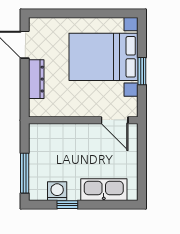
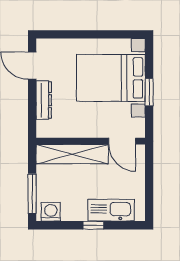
shelving: (65, 133) -> (72, 154), added
washing machine: (57, 191) -> (51, 212), moved
window: (67, 205) -> (93, 225), moved

